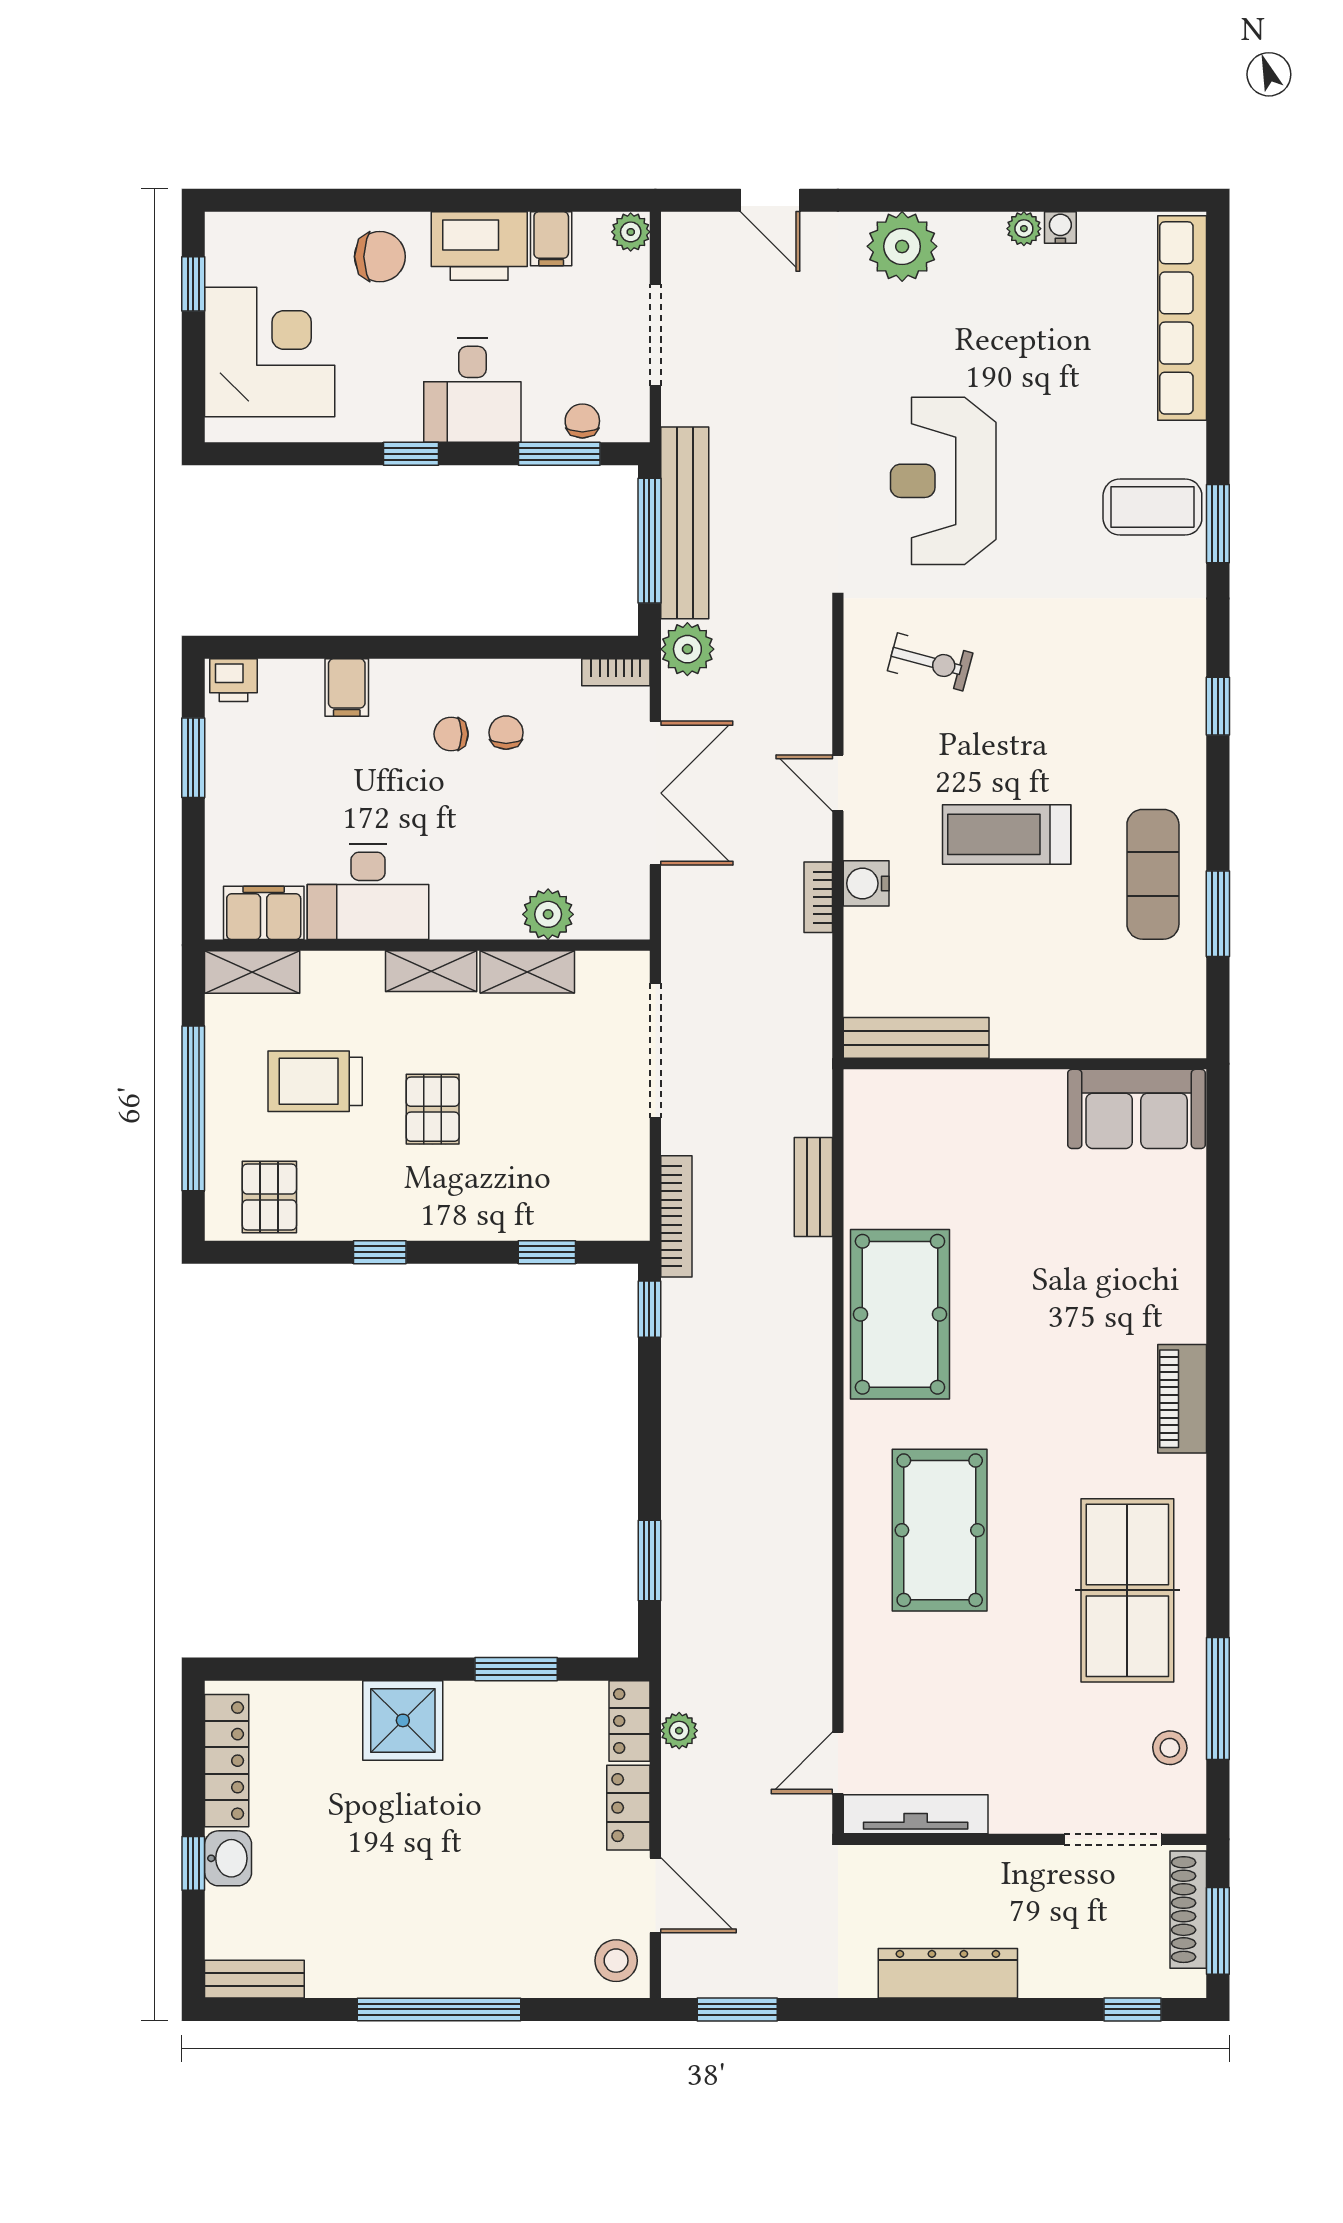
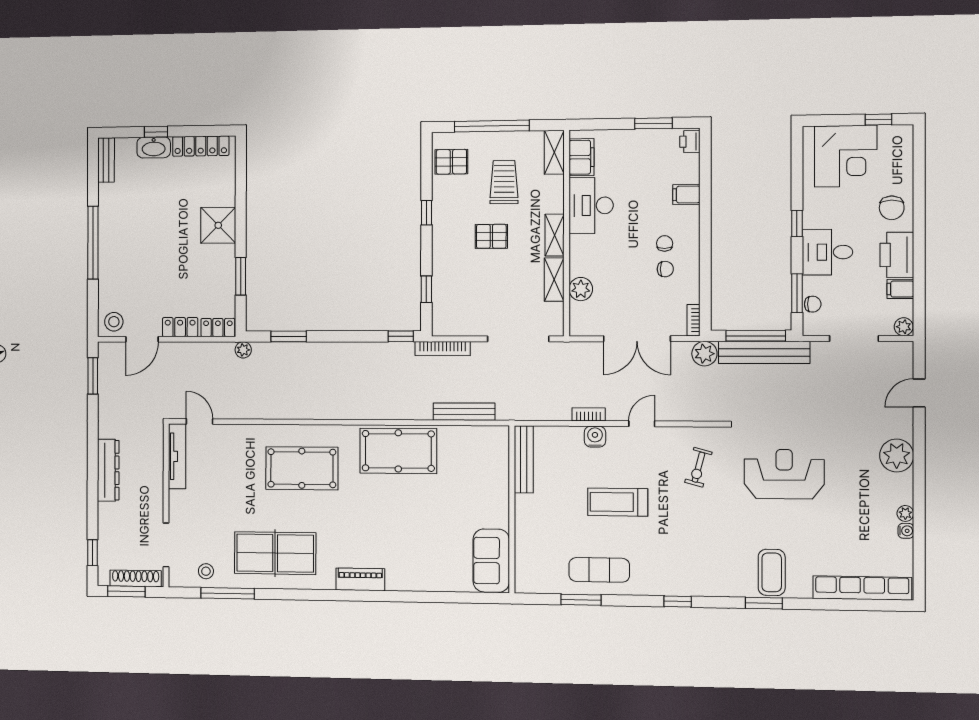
treadmill: (1007, 834) -> (618, 502), turned -90
bench: (813, 1187) -> (464, 412), width x1.36
plant: (679, 1731) -> (243, 350), moved
washbasin: (228, 1858) -> (154, 147), width x1.38

